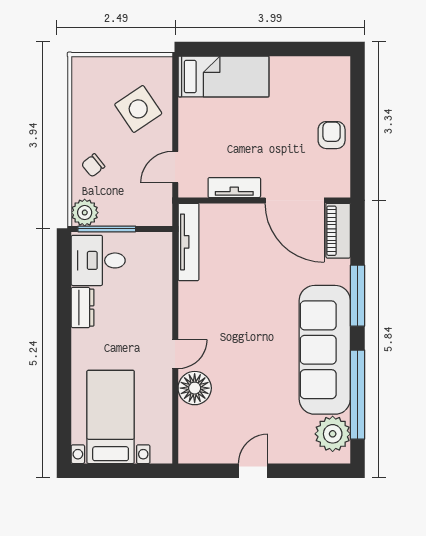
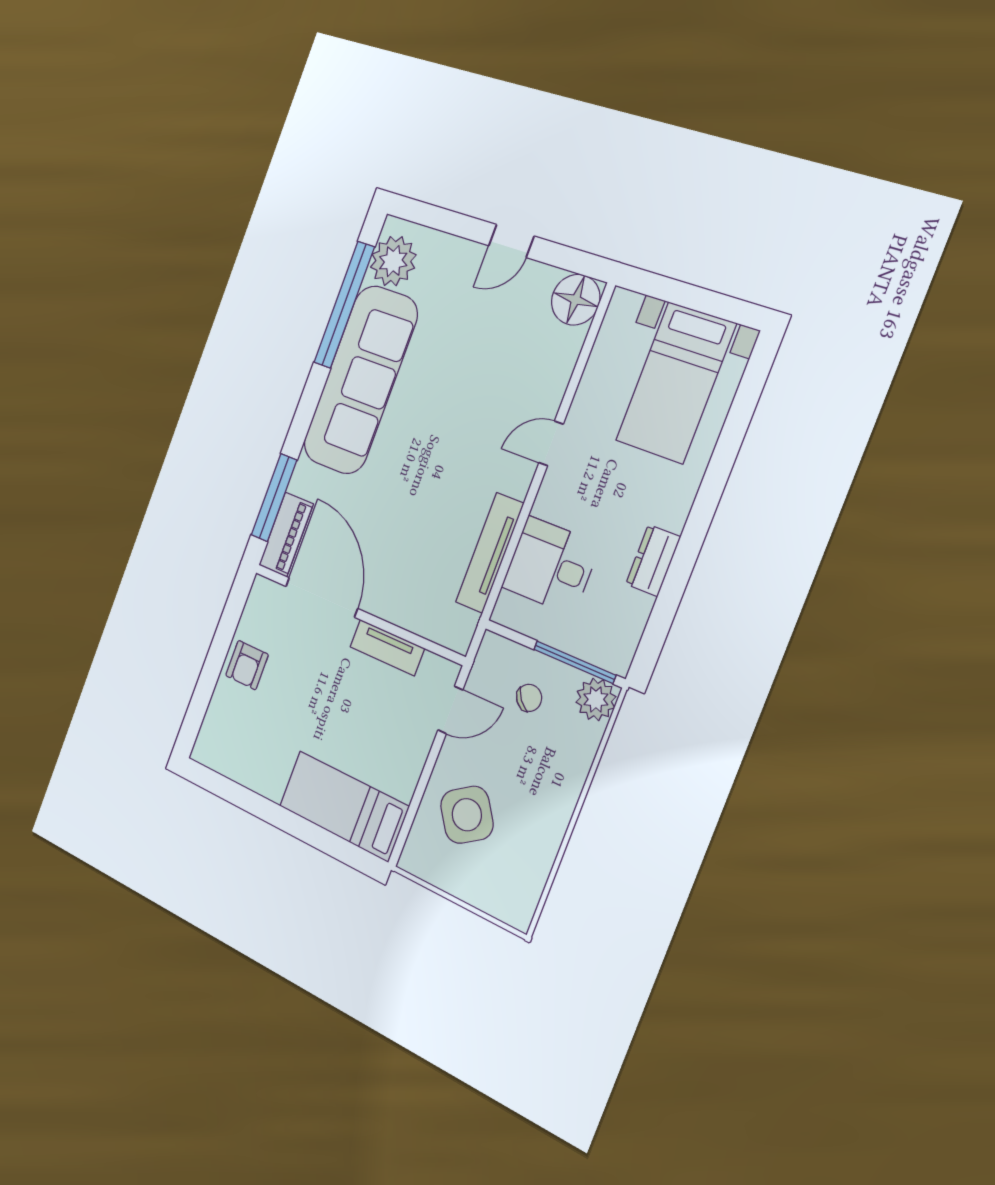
chair: (93, 165) -> (529, 698), moved
tv unit: (188, 242) -> (490, 553), moved
desk: (98, 260) -> (551, 566), moved, turned 180
window: (358, 296) -> (274, 498), moved
floor lamp: (195, 388) -> (576, 300), moved

